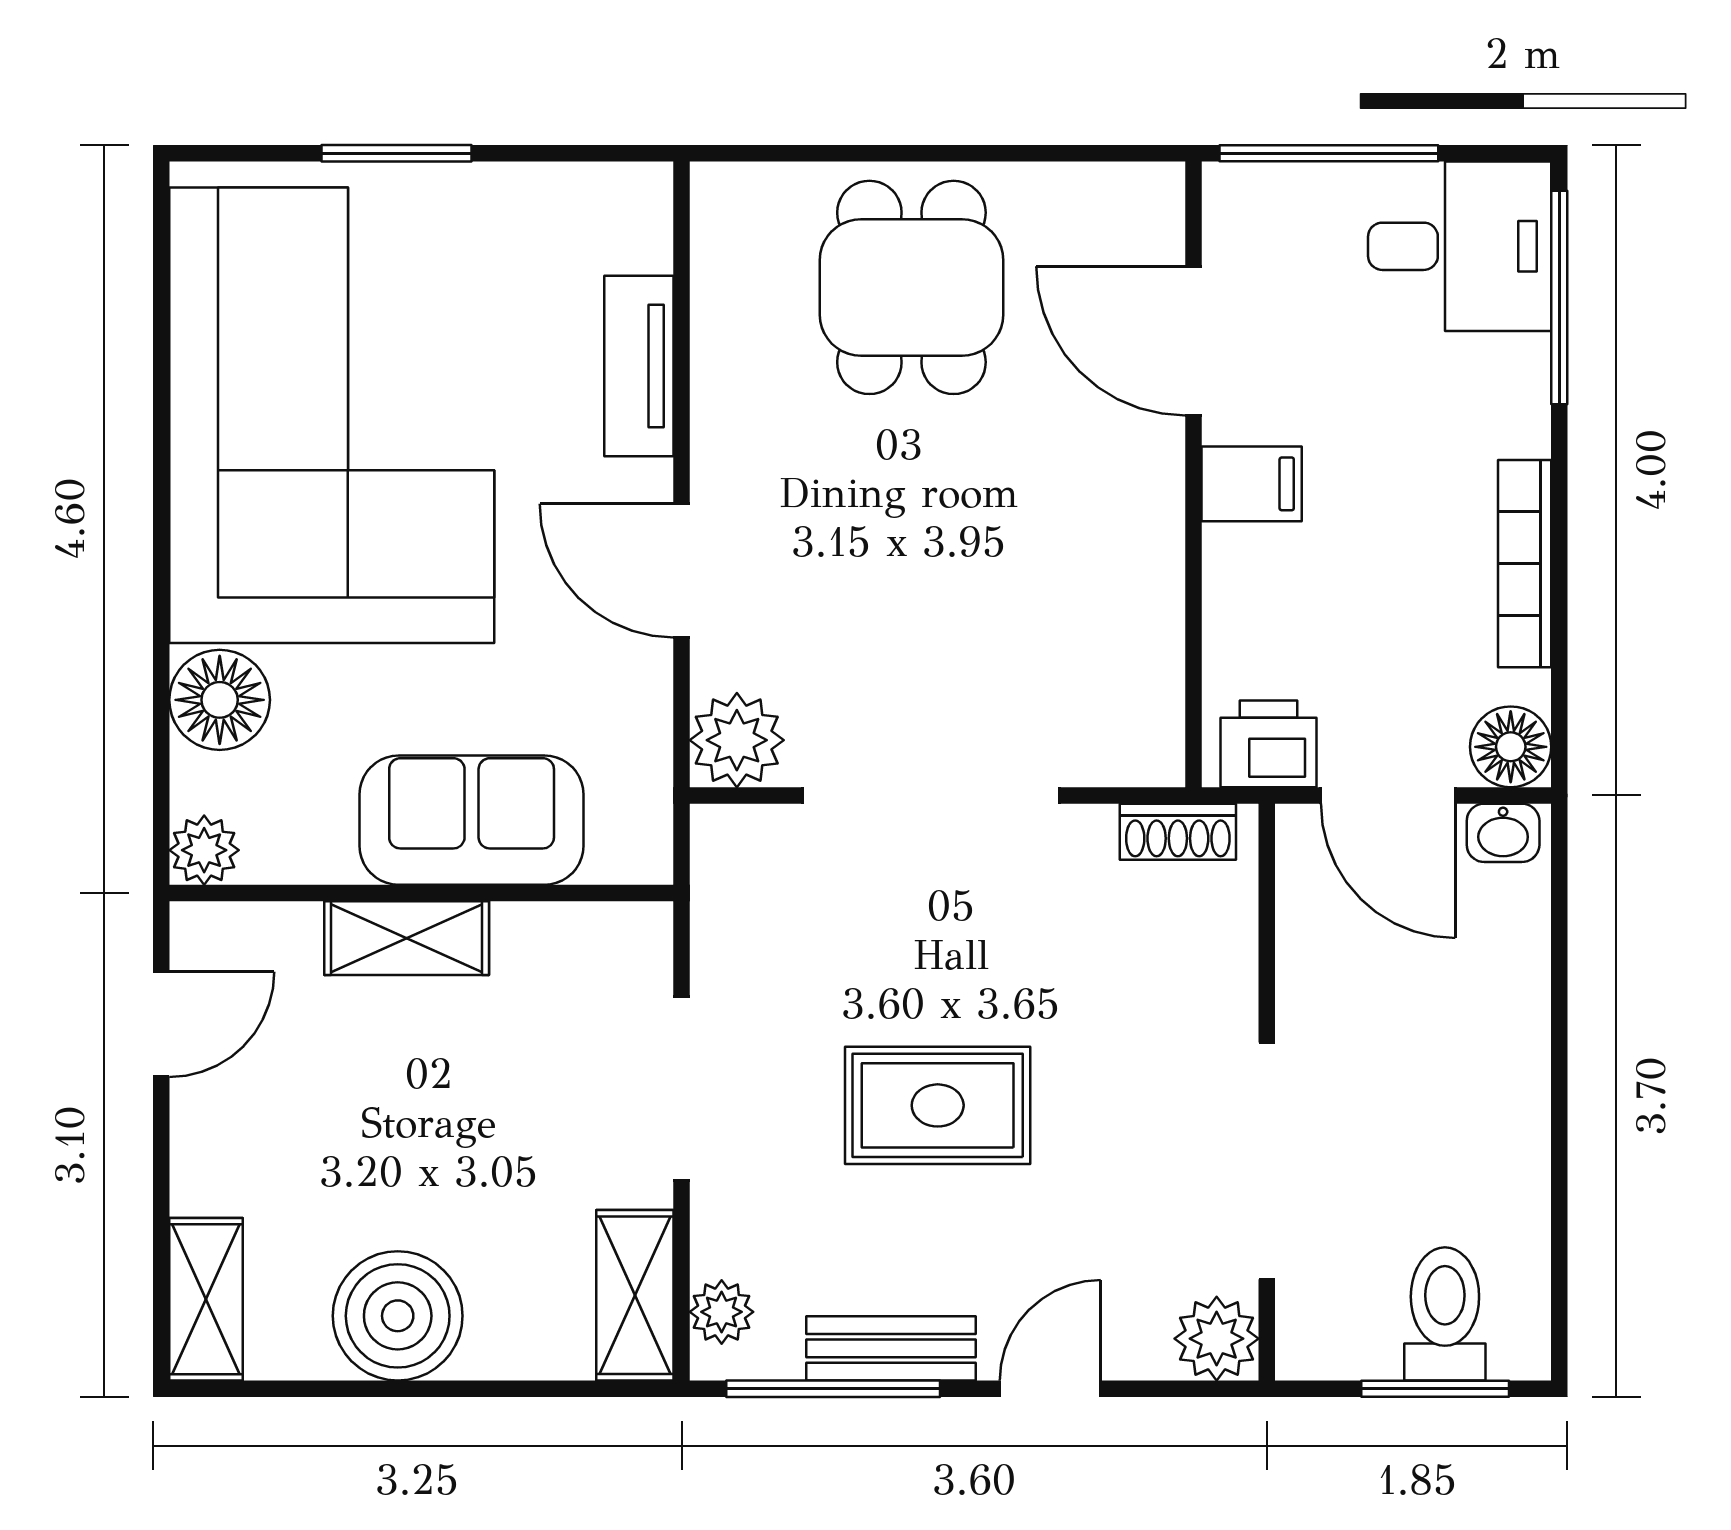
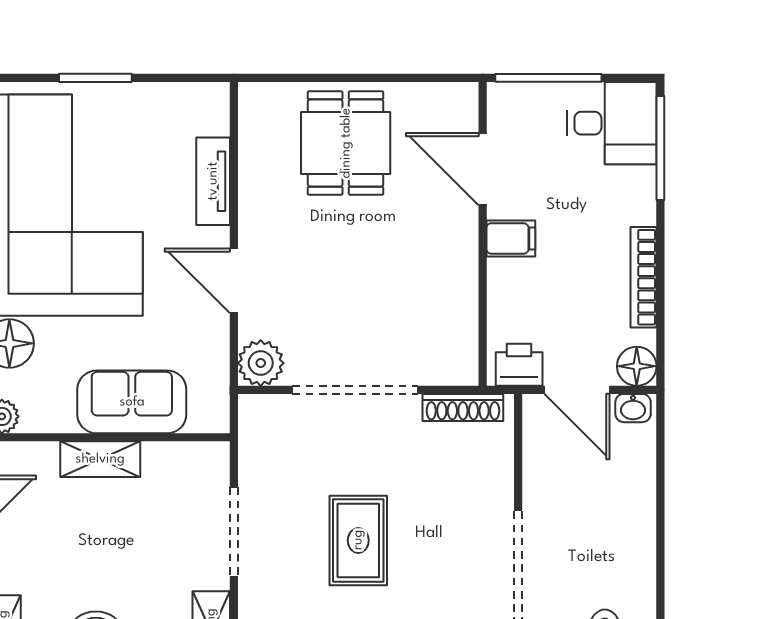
shoe rack: (1178, 832) -> (463, 407), width x1.43
rug: (938, 1105) -> (358, 540), turned 90

